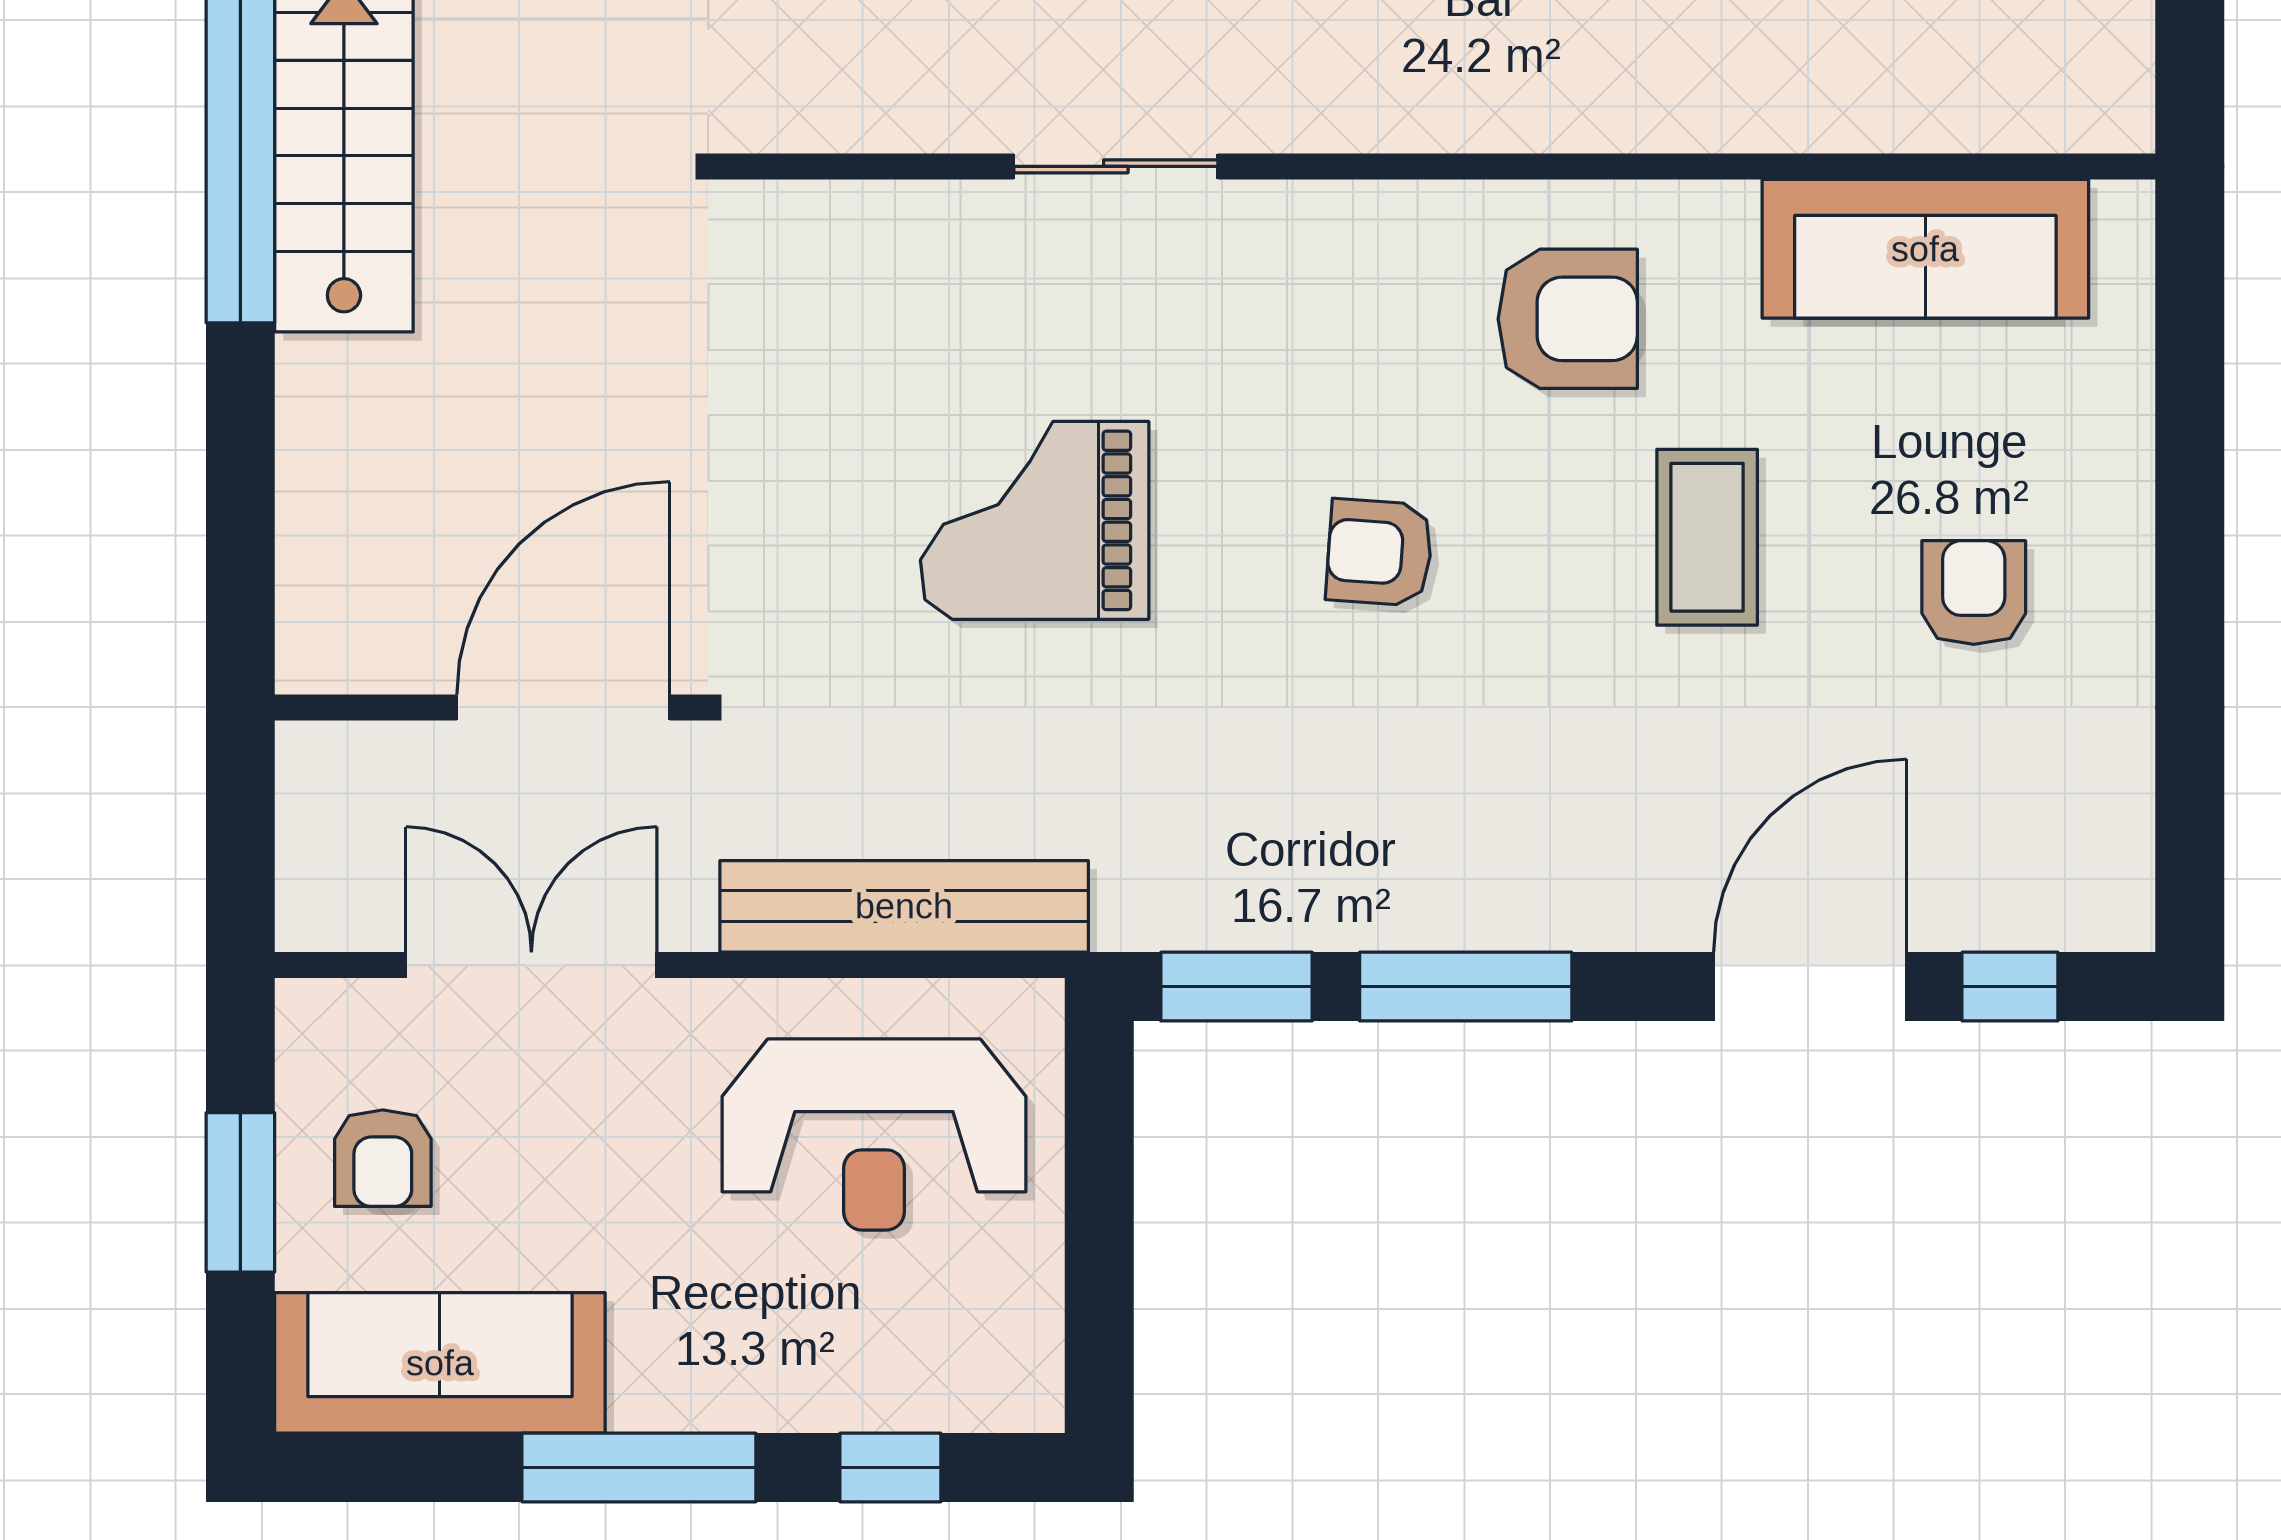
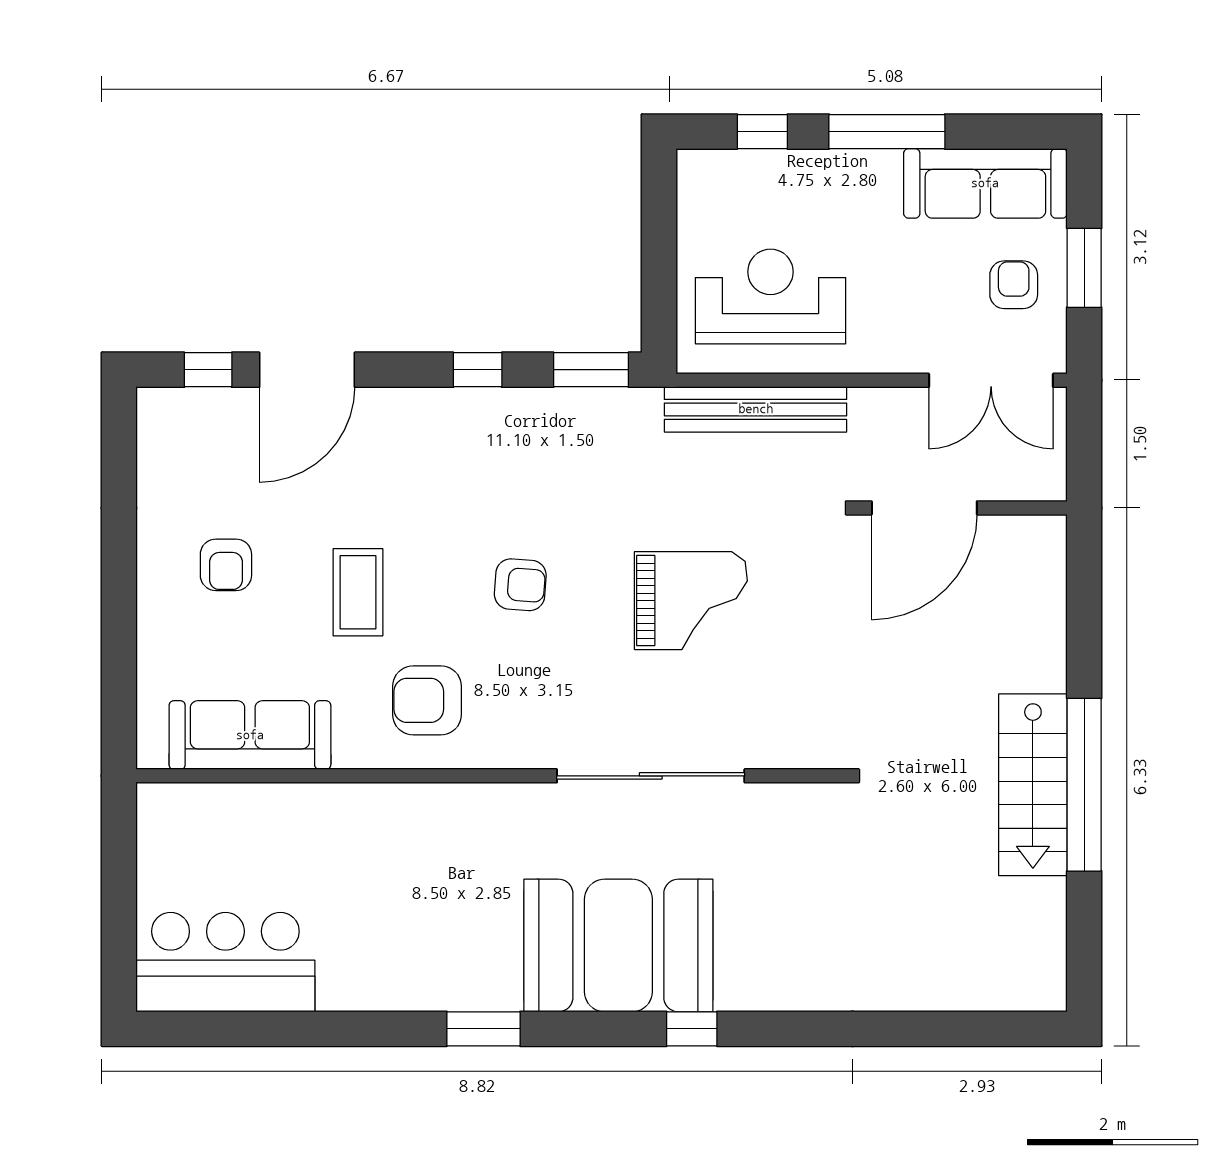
sliding door: (1116, 166) -> (651, 776), width x1.86
double door: (531, 965) -> (991, 380), moved
window: (1466, 987) -> (478, 370), width x0.46

